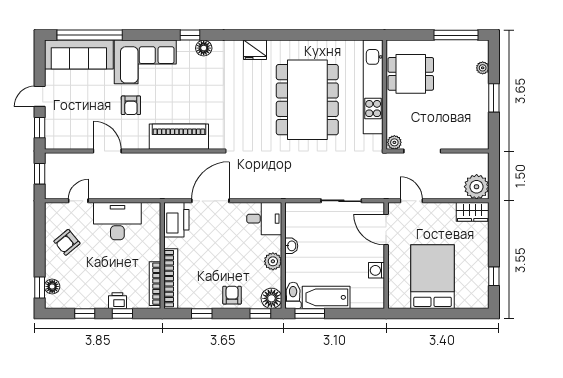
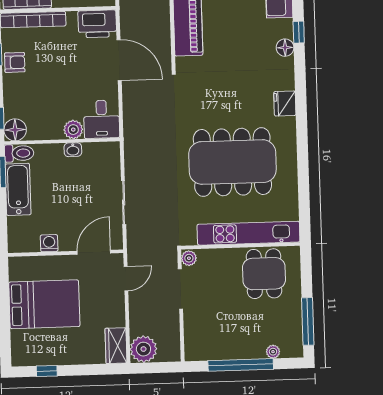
window: (494, 98) -> (241, 365), width x2.11
plant: (273, 261) -> (73, 130), moved
armchair: (232, 295) -> (15, 62), moved

